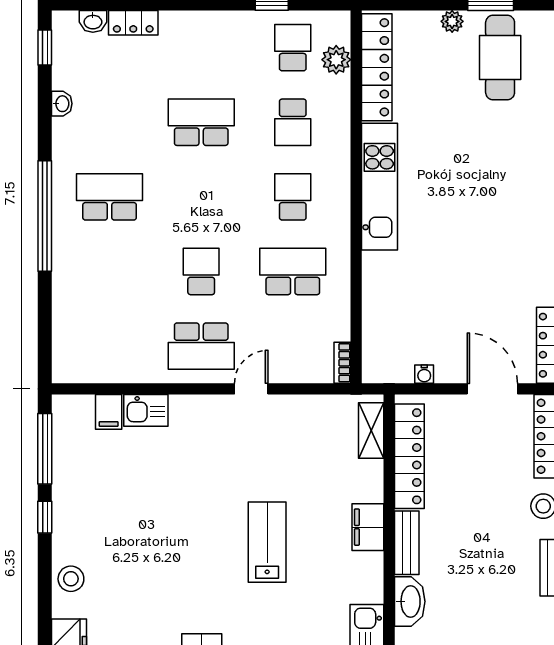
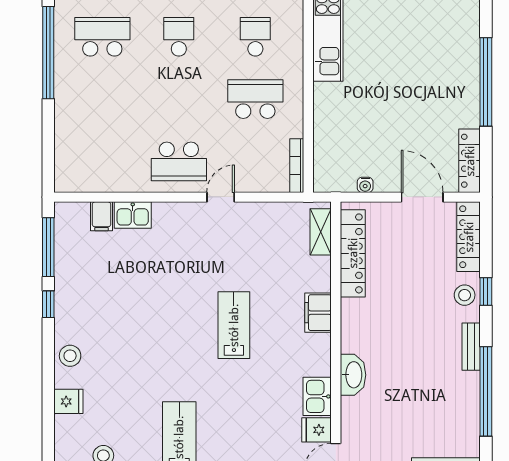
school desk: (201, 271) -> (179, 37), moved
bookcase: (342, 363) -> (297, 166), width x1.56
bench: (407, 543) -> (351, 326), removed

